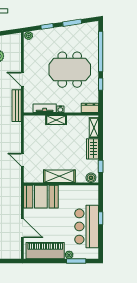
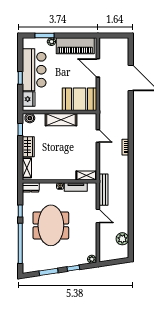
meeting table: (70, 70) -> (51, 225), turned 90
shelving: (56, 120) -> (86, 175), moved
fridge: (92, 197) -> (29, 99), added

